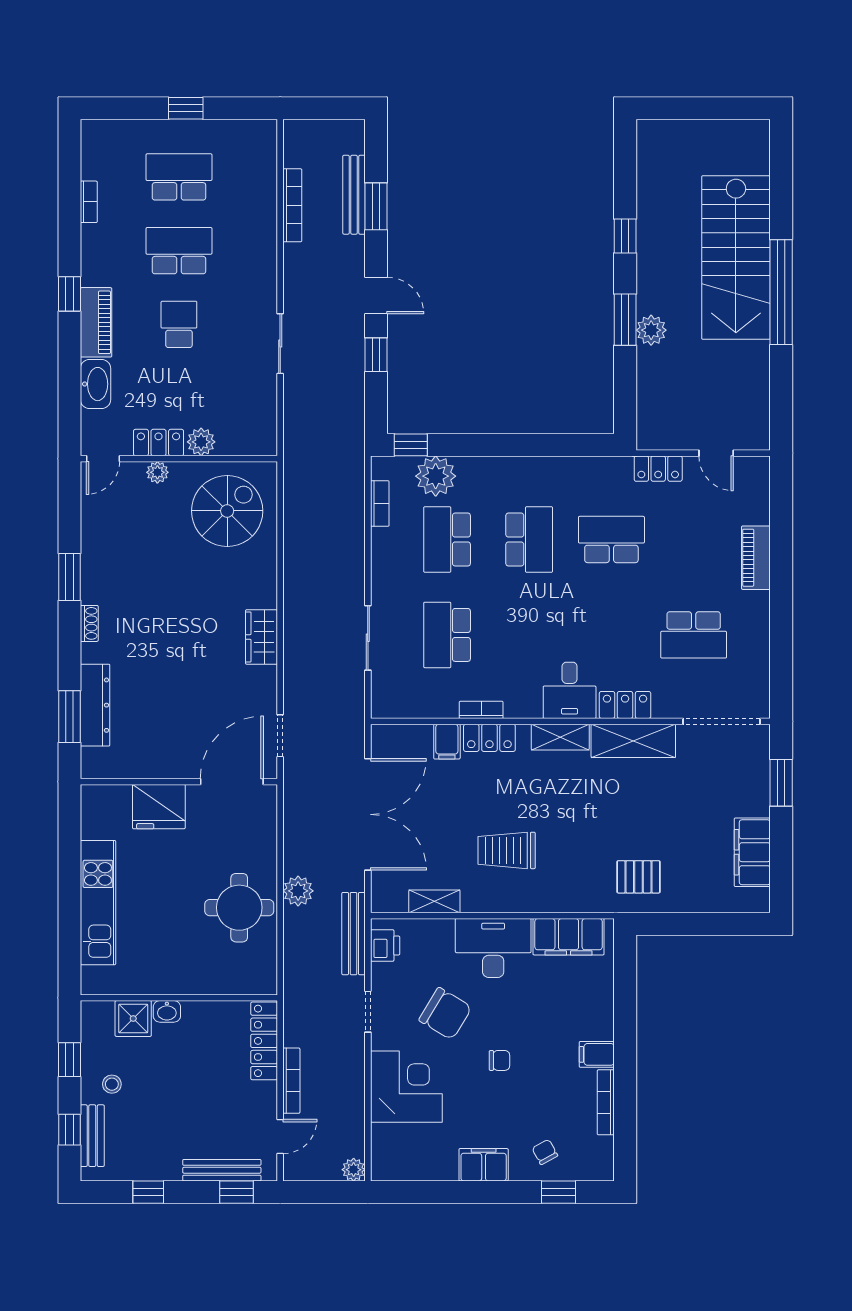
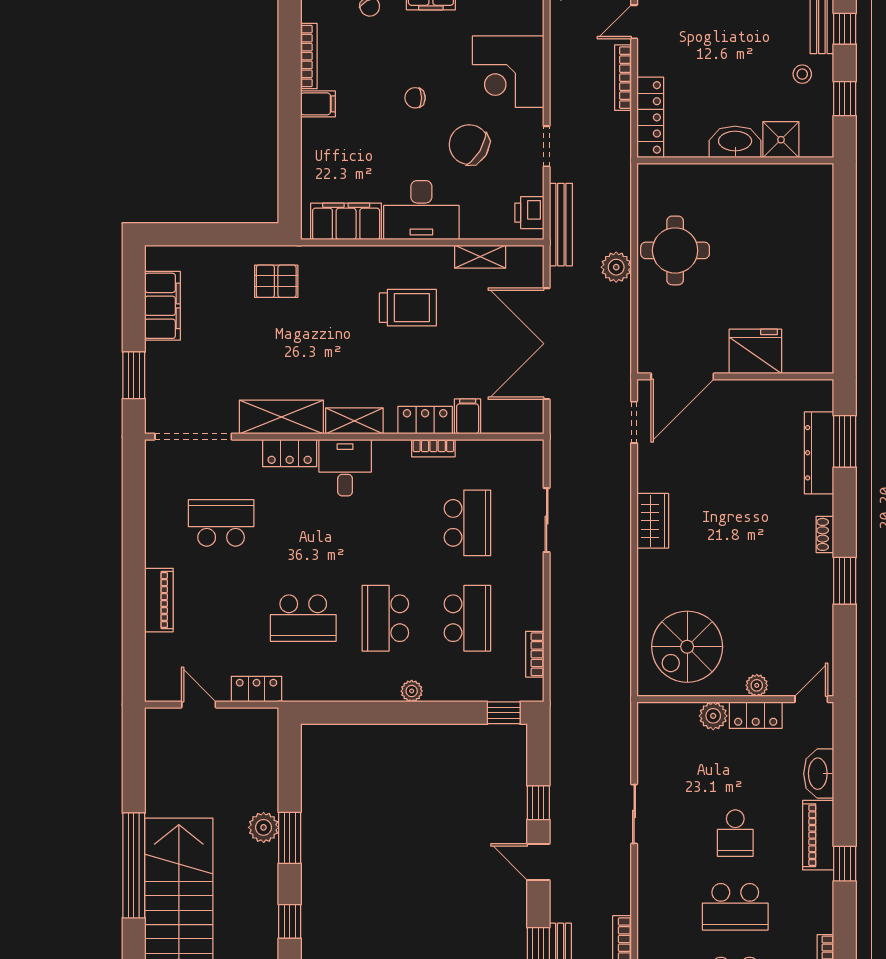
plant: (436, 476) -> (412, 691), moved, width x0.53, depth x0.53
kitchen unit: (98, 903) -> (816, 256), removed
washbasin: (167, 1011) -> (735, 142), width x1.91, depth x1.45

